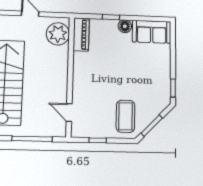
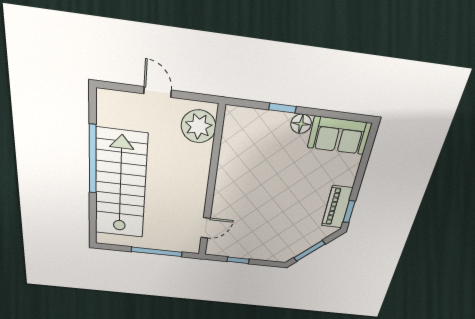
piano: (81, 34) -> (337, 207), moved, turned 180
door: (69, 113) -> (206, 228), swing flipped
coffee table: (126, 116) -> (278, 238), removed

